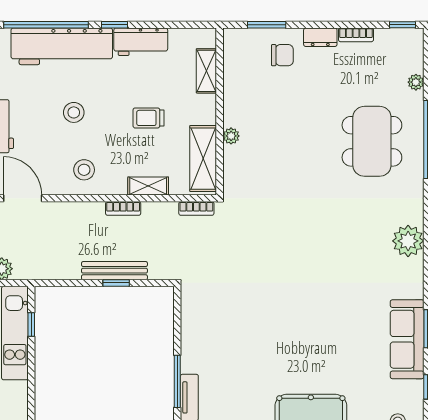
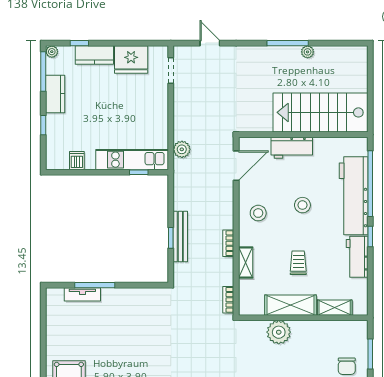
plant: (231, 136) -> (279, 332), width x1.88, depth x1.88
shelving: (203, 159) -> (290, 305), moved
dishwasher: (16, 405) -> (77, 161), added

